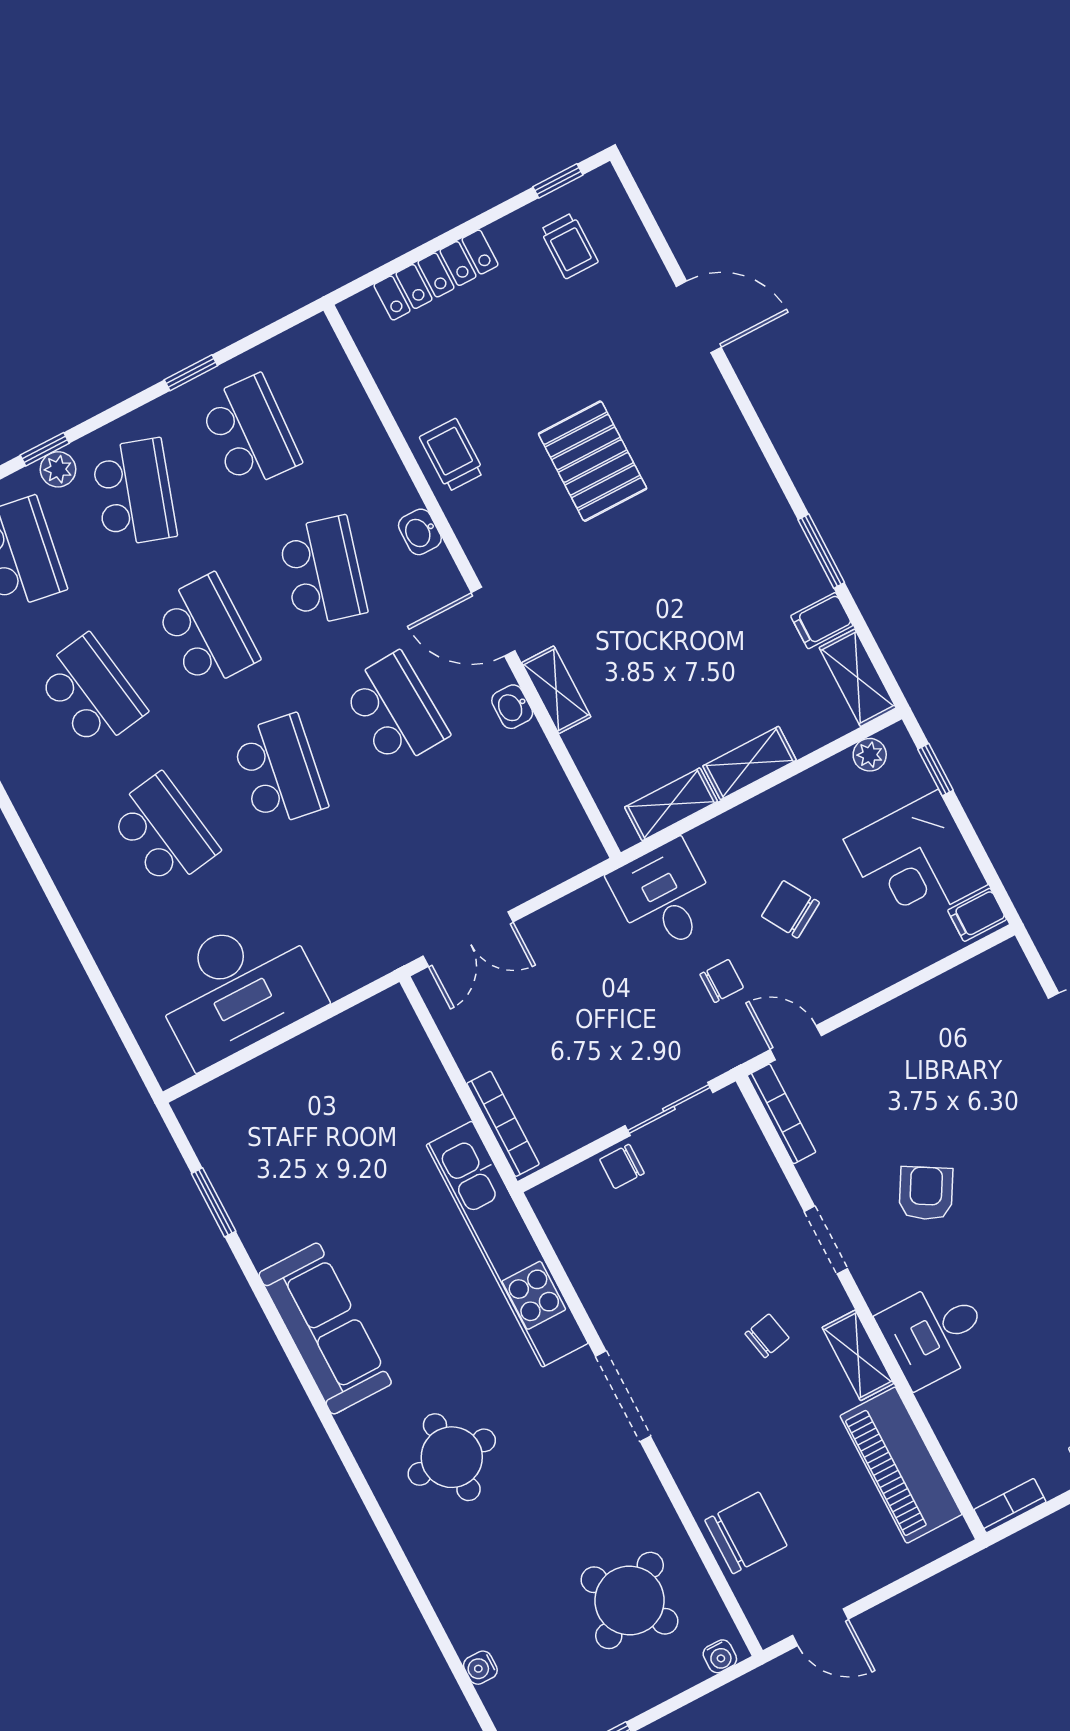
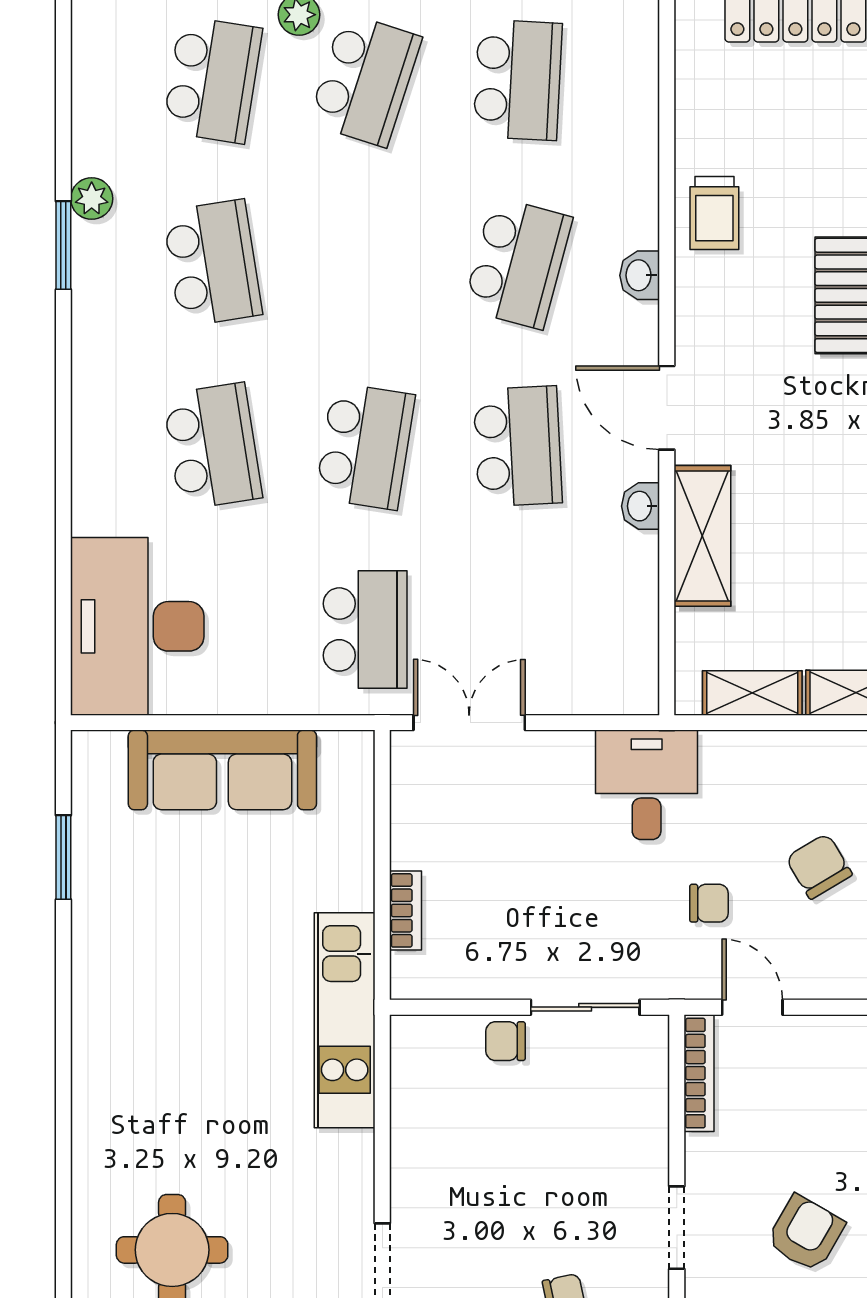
trolley: (452, 455) -> (714, 213), turned 180
school desk: (207, 632) -> (365, 629), moved
shelving: (556, 690) -> (702, 536), width x1.50, depth x1.33
desk: (664, 897) -> (647, 785), moved
double door: (468, 939) -> (469, 723), swing flipped
desk: (237, 988) -> (137, 626), moved, turned 90
bookcase: (503, 1124) -> (405, 910), width x0.64
kitchen unit: (507, 1244) -> (345, 1020), width x0.73
sofa: (325, 1329) -> (222, 770), moved, turned 90

